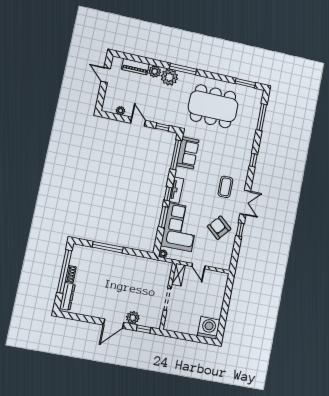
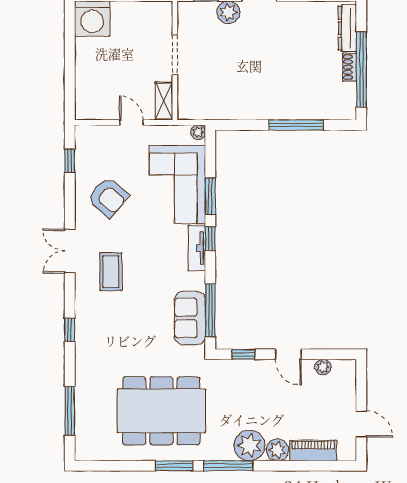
window: (245, 83) -> (174, 466), moved
window: (240, 230) -> (70, 161), moved

